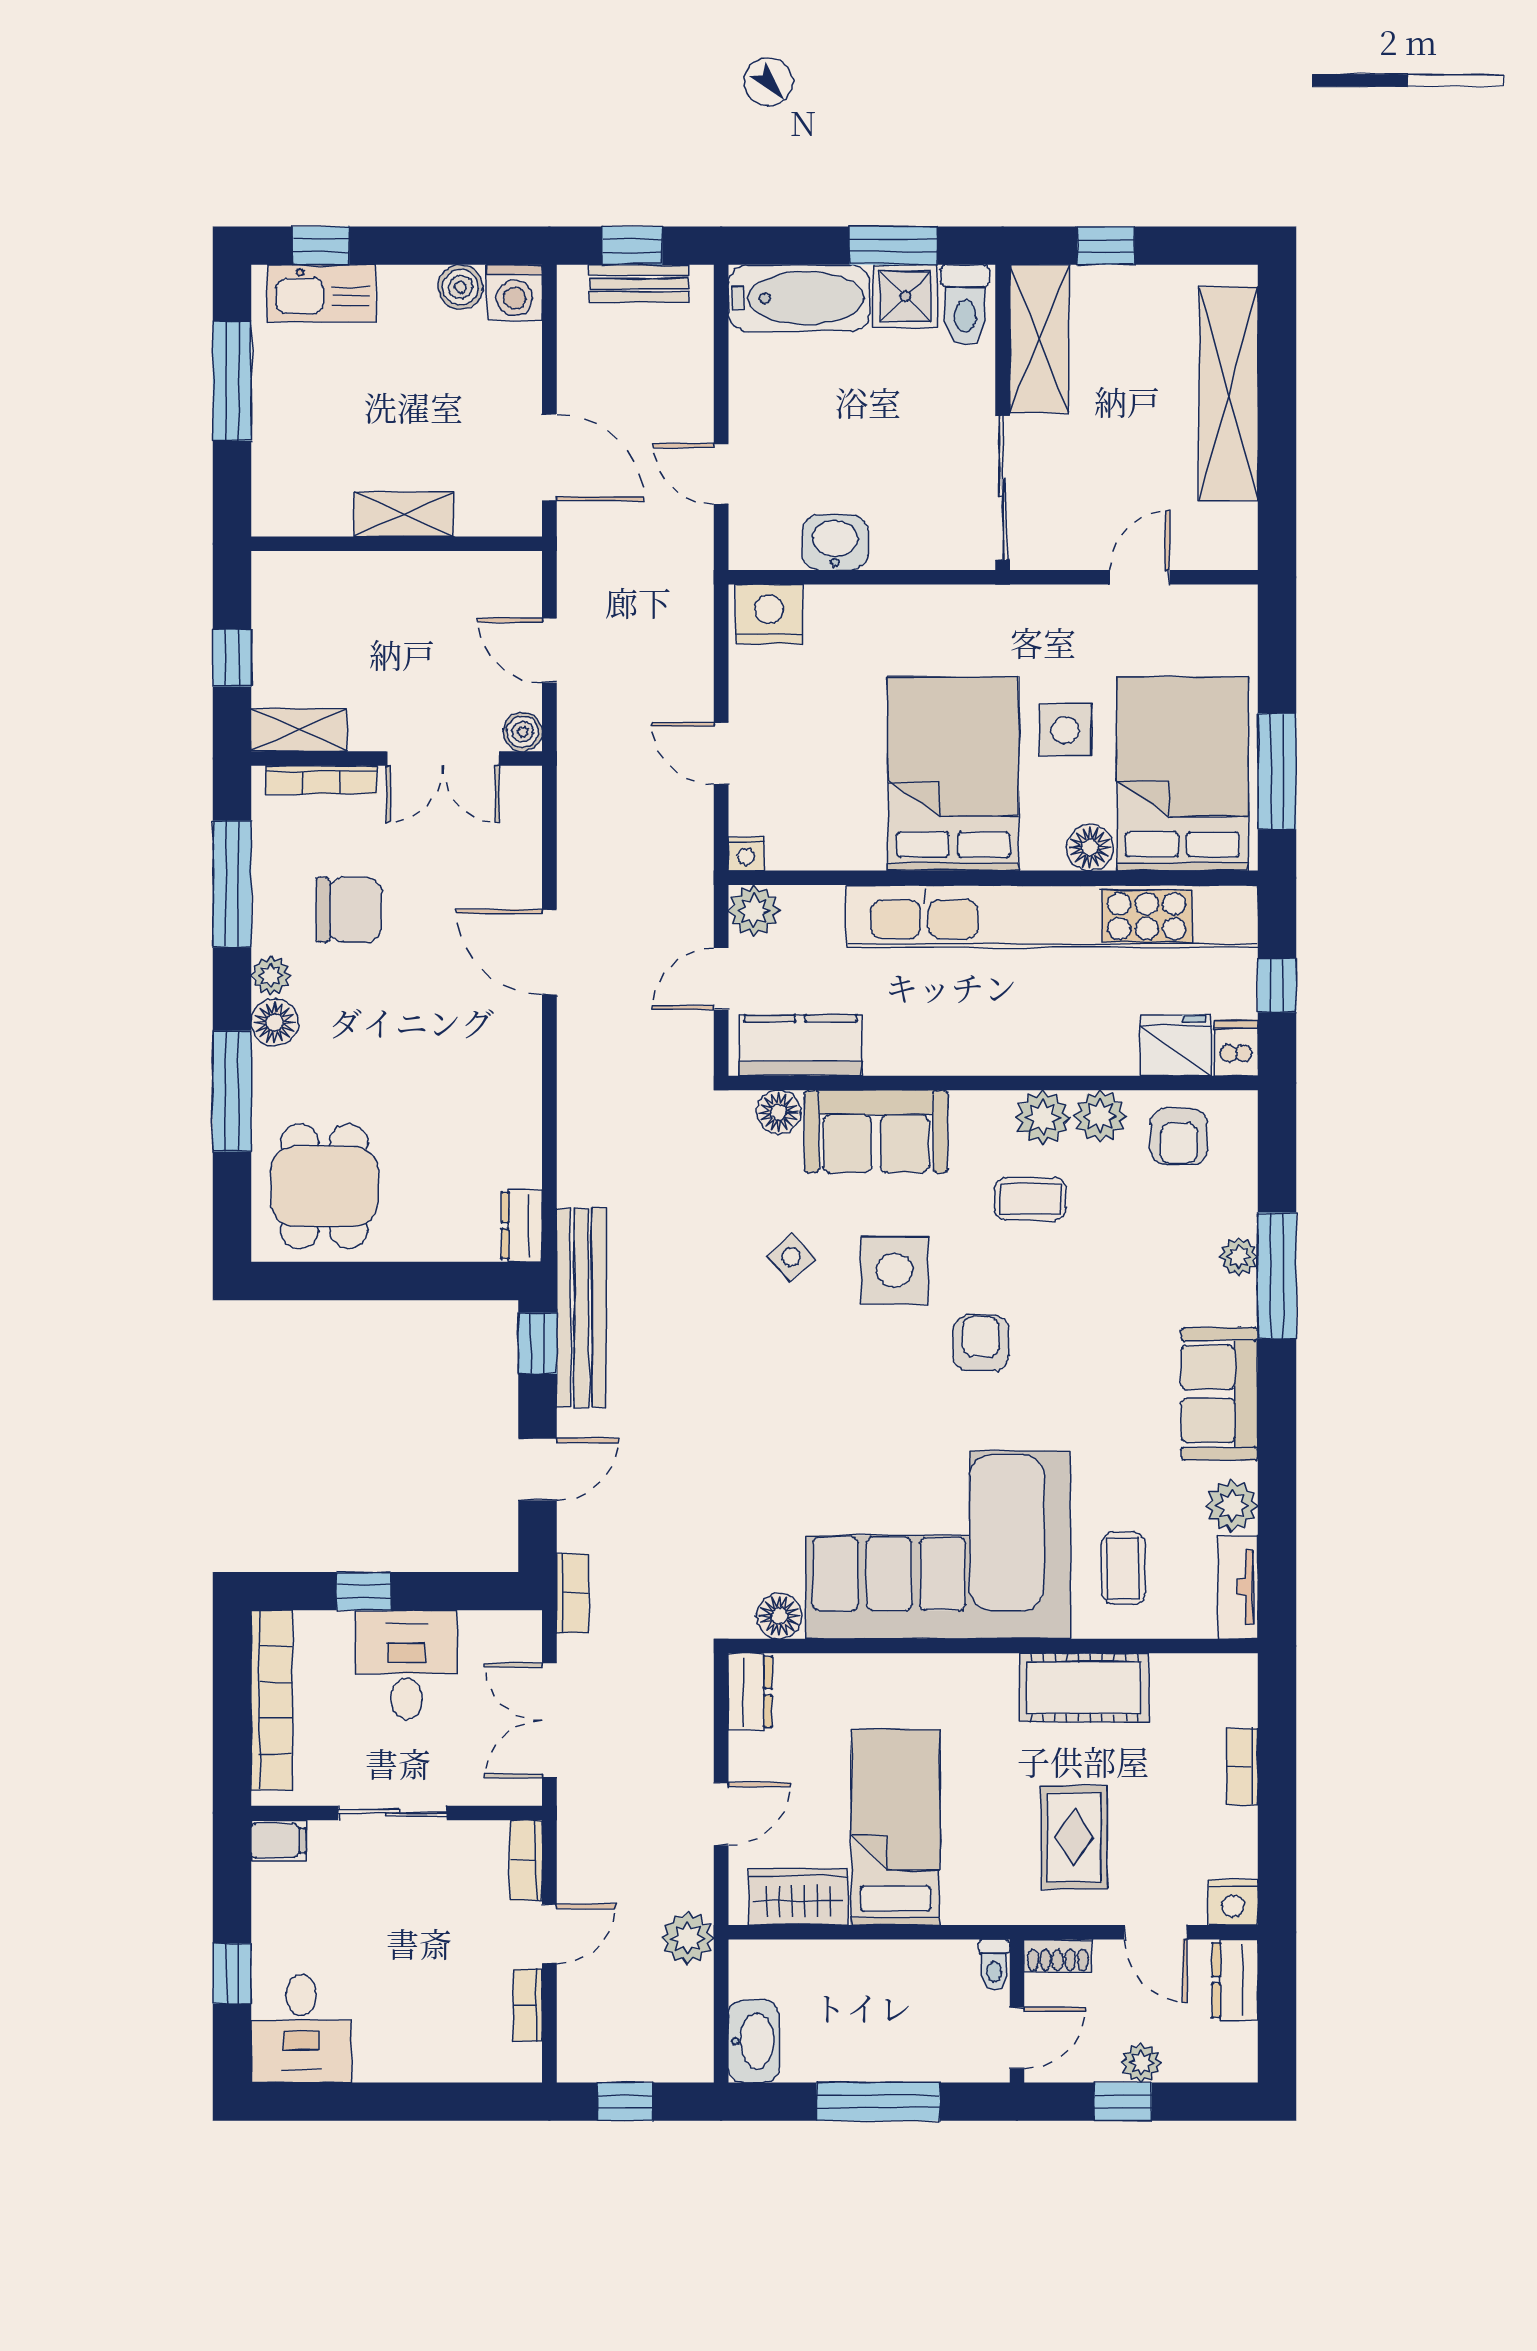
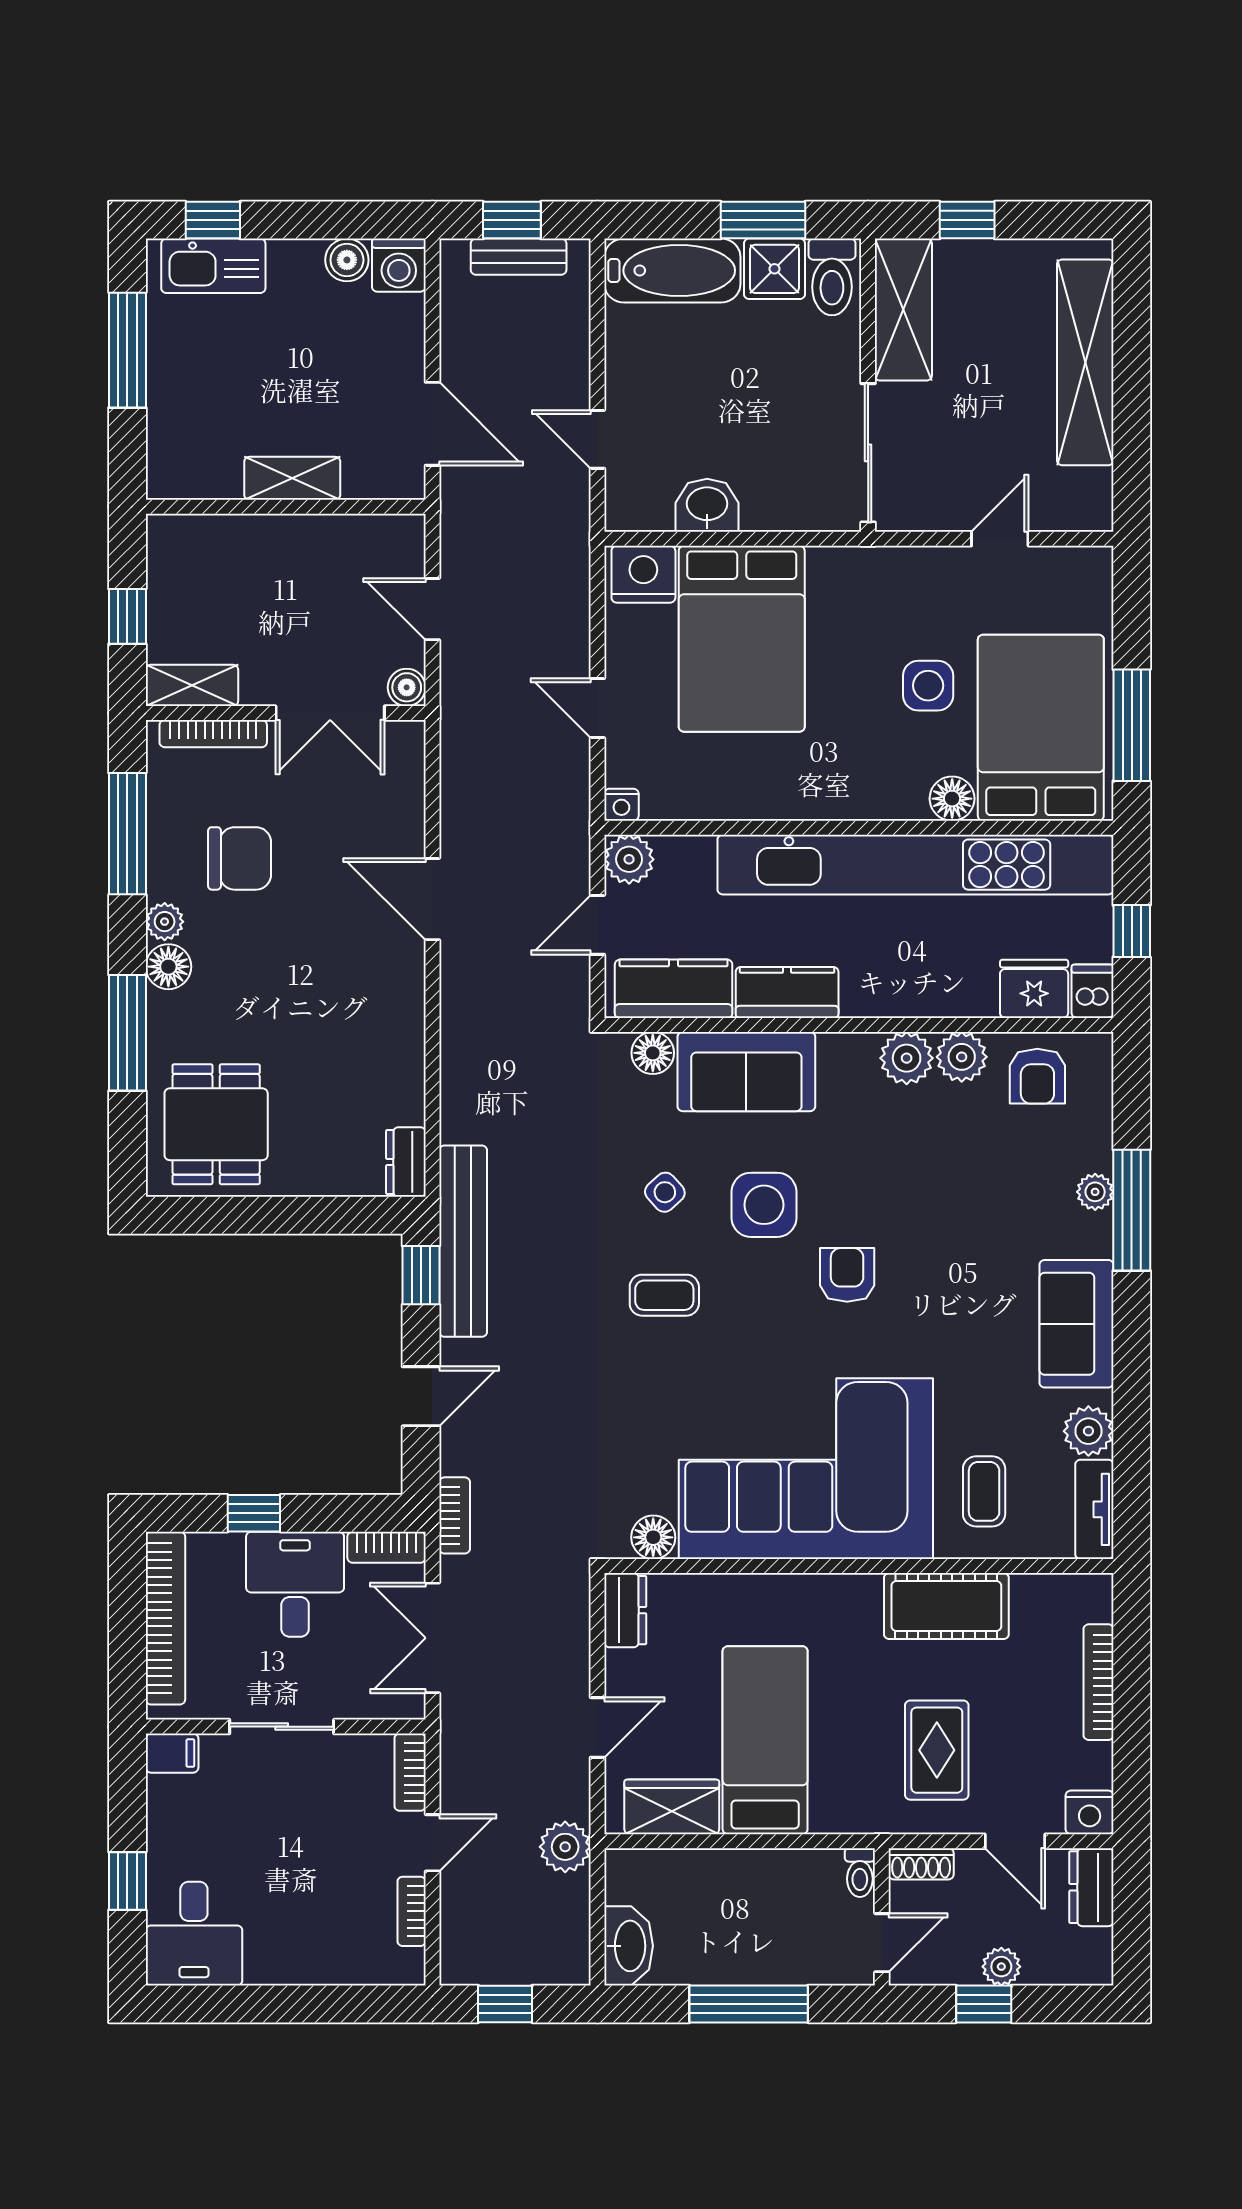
bed: (953, 774) -> (742, 639), moved, turned 180
kitchen counter: (918, 1049) -> (787, 992), added
coffee table: (1030, 1199) -> (664, 1295), moved
bookcase: (502, 1626) -> (386, 1547), added
bookcase: (1242, 1767) -> (1099, 1682), width x1.56

